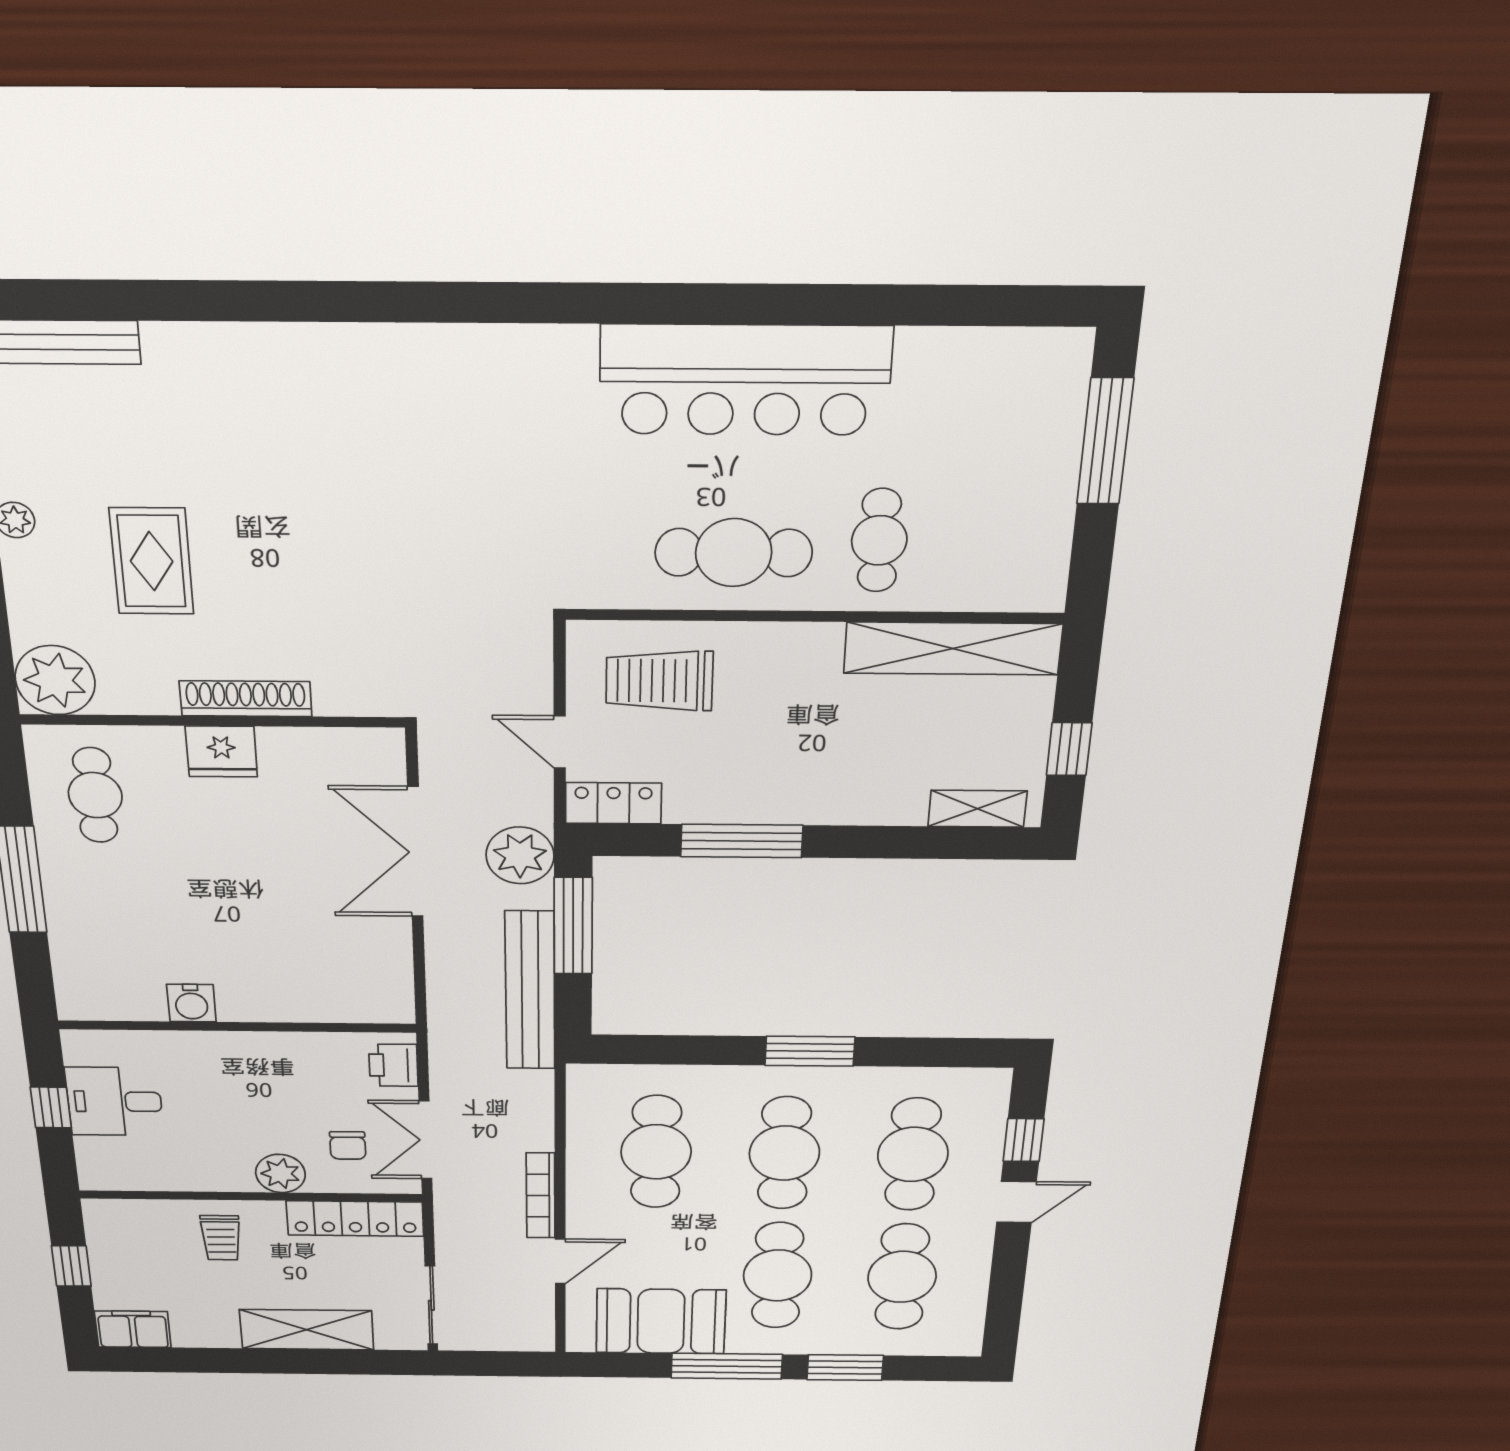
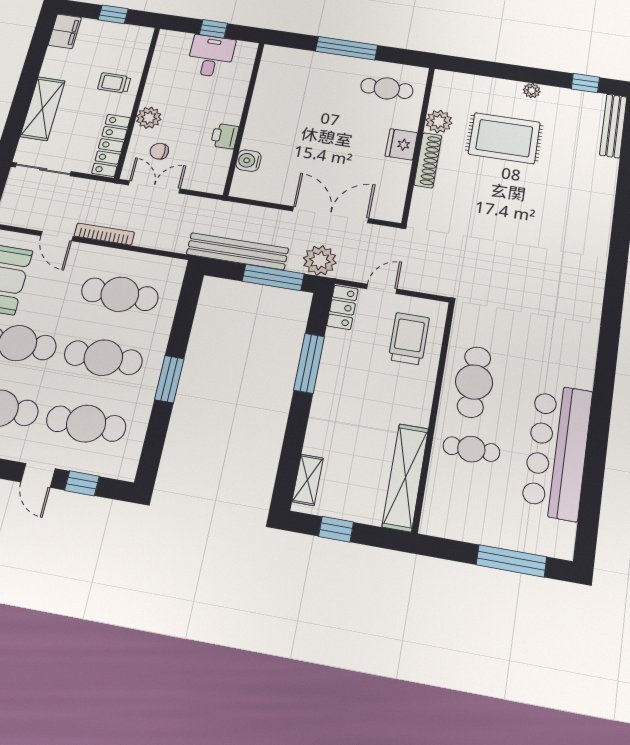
bar counter: (745, 380) -> (557, 451), moved
rug: (152, 561) -> (504, 138), width x1.36, depth x1.43
plant: (55, 680) -> (439, 122), moved, width x0.73, depth x0.73
water cooler: (191, 1003) -> (248, 161), moved
printer: (393, 1065) -> (225, 136), moved, turned -90

